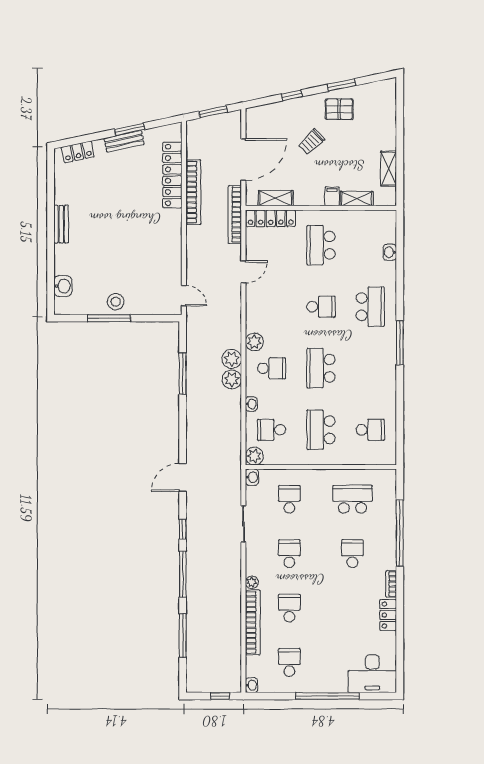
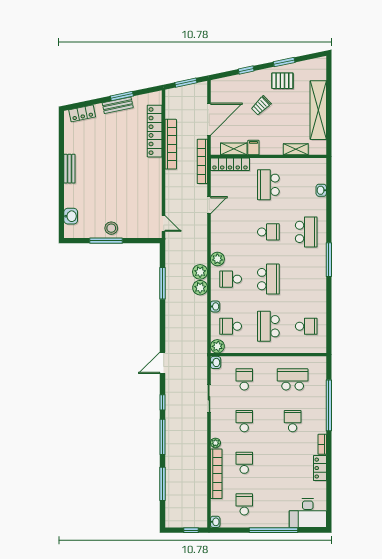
shelving: (389, 169) -> (318, 110), width x2.20, depth x1.33
filing cabinet: (332, 196) -> (253, 148), moved
school desk: (272, 368) -> (231, 279), turned 180
school desk: (321, 368) -> (268, 279), turned 180

